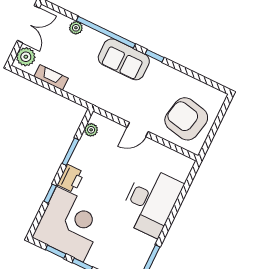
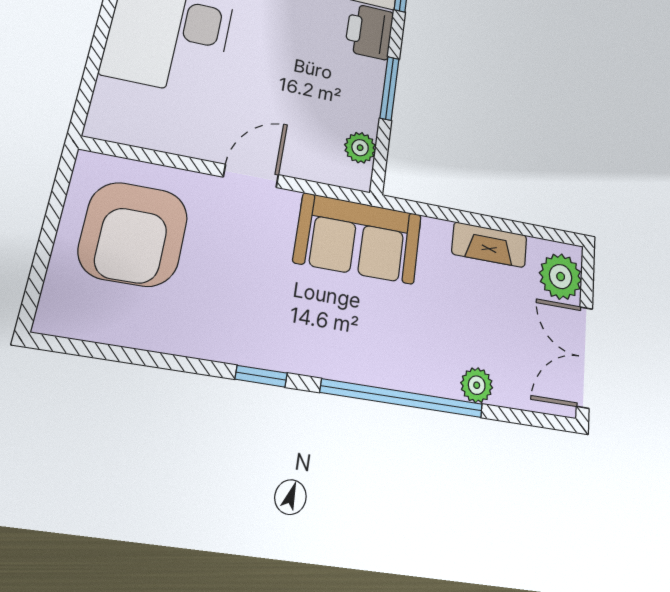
sofa: (124, 59) -> (358, 238), moved, turned 180
armchair: (186, 119) -> (133, 234), turned 78

